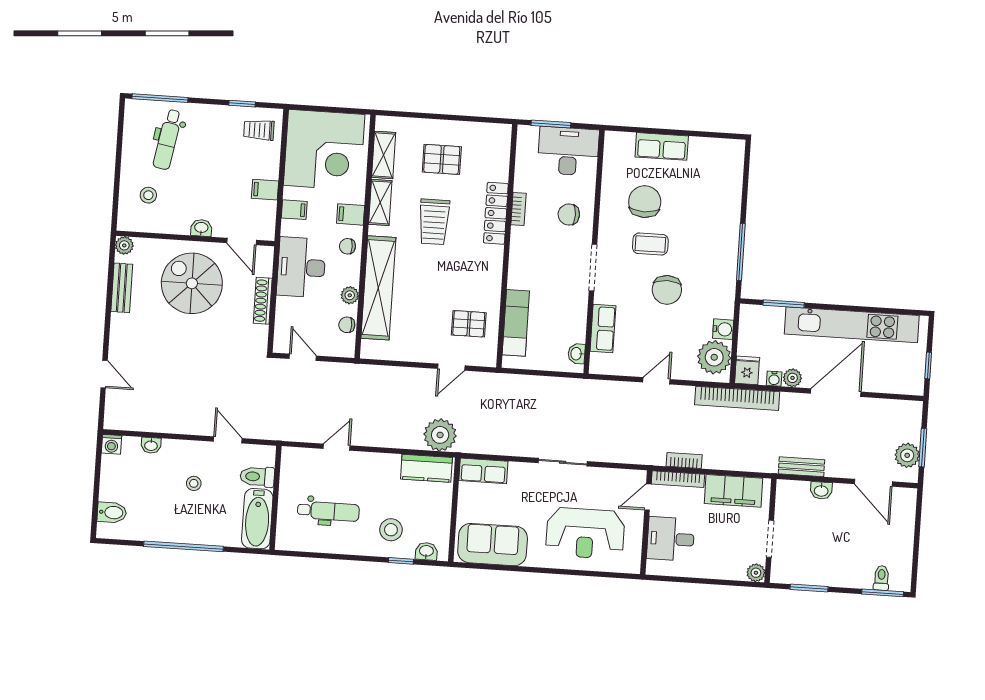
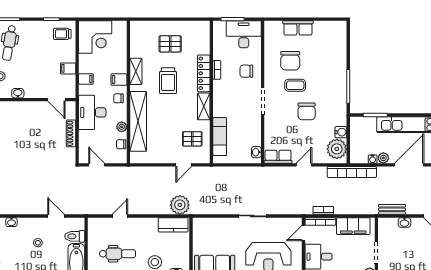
corner desk: (324, 150) -> (95, 37), width x0.74, depth x0.74
shelving: (384, 155) -> (204, 106), moved
chair: (645, 202) -> (290, 61), turned 180
washbasin: (201, 228) -> (18, 93), moved
spiral stairs: (192, 283) -> (29, 126), removed
row of seats: (603, 329) -> (278, 157), moved, turned -90
fridge: (747, 370) -> (357, 155), removed
row of seats: (483, 471) -> (206, 224), removed

